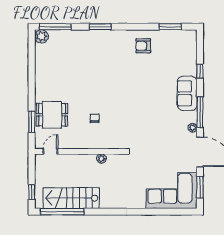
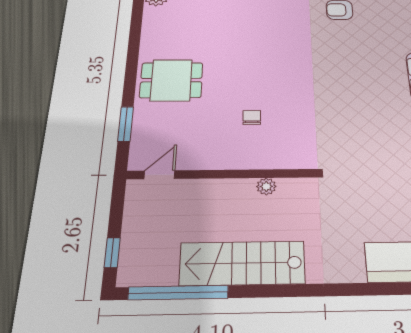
dining table: (52, 115) -> (171, 80), moved
stairs: (71, 198) -> (242, 263), moved

